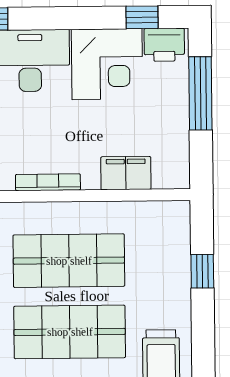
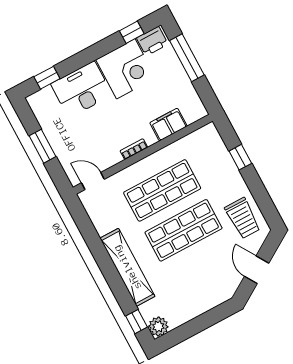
bookcase: (48, 182) -> (134, 149), width x0.64

